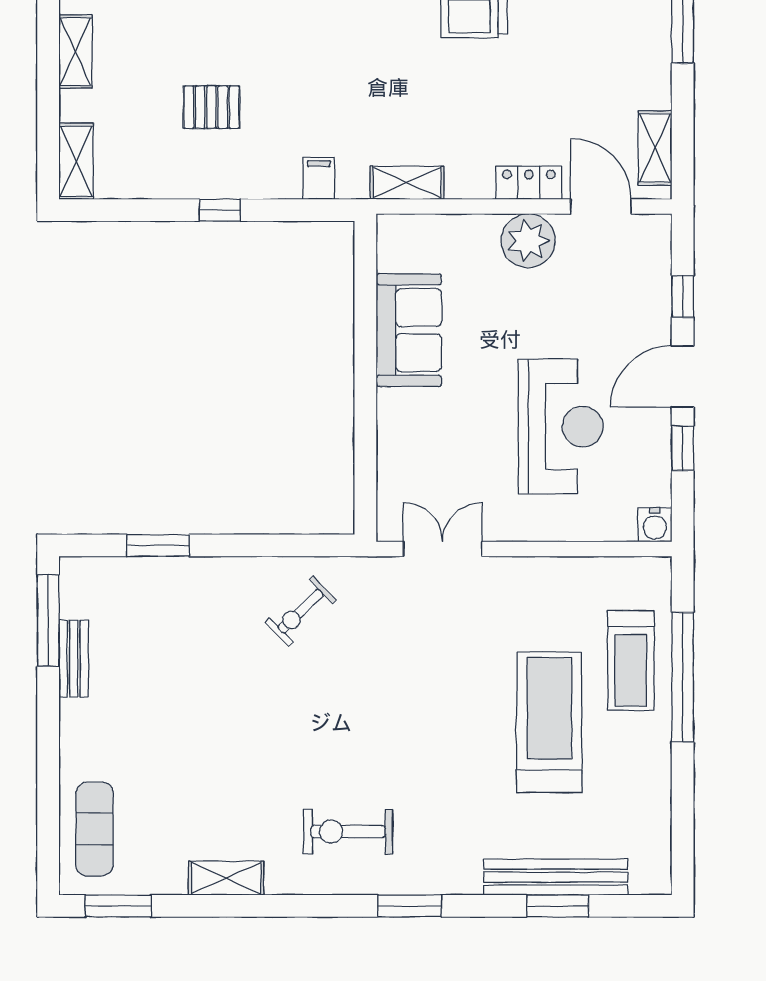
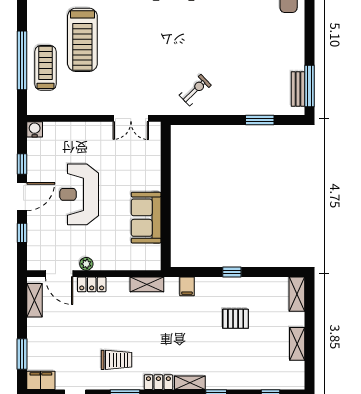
plant: (528, 241) -> (86, 264), width x0.53, depth x0.53
reception desk: (561, 427) -> (79, 194), moved
bench: (74, 659) -> (298, 89), moved

